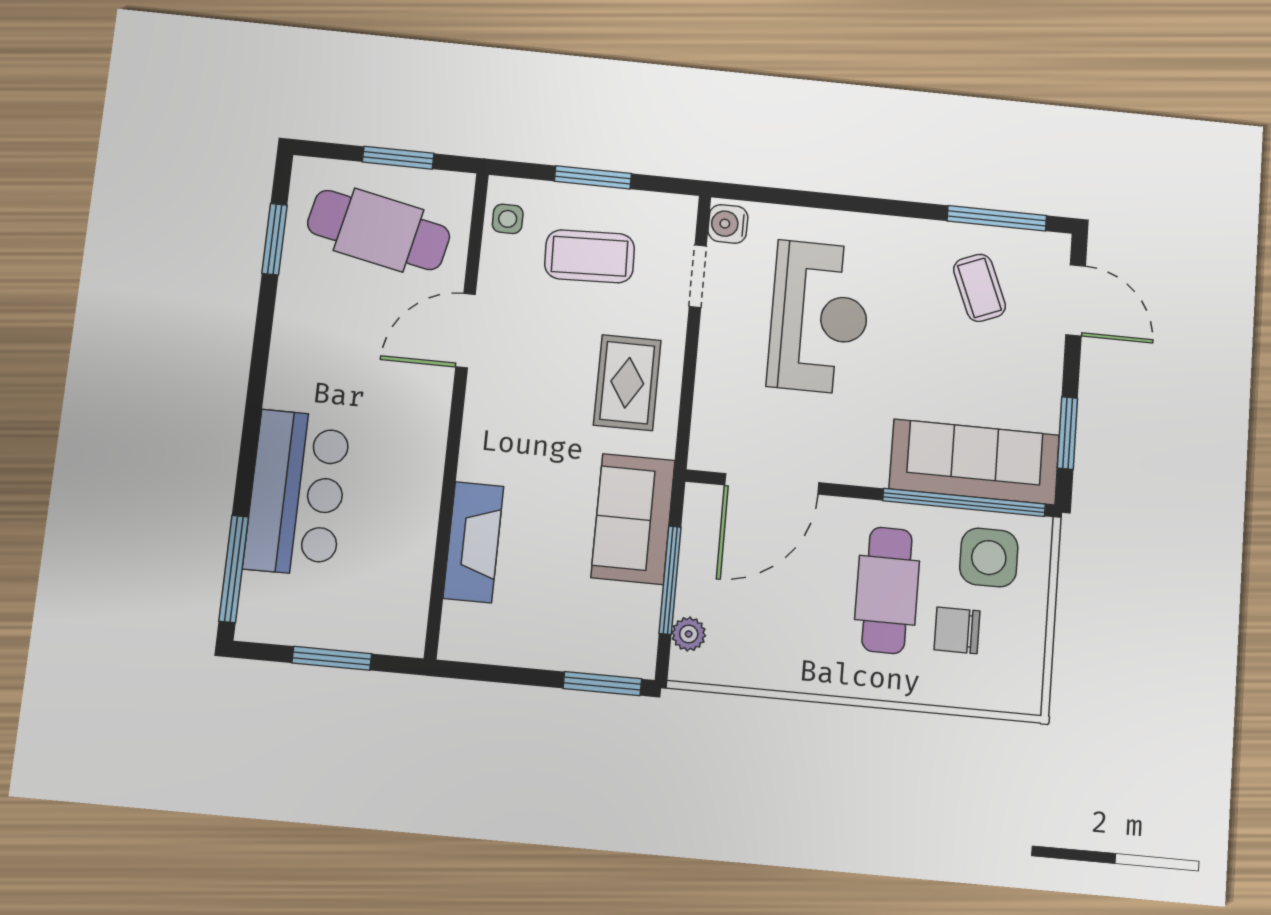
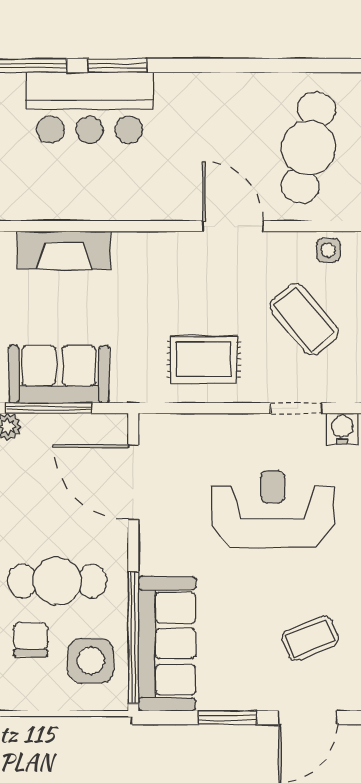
window: (275, 239) -> (117, 66), moved
coffee table: (590, 256) -> (304, 319), turned -38
reception desk: (819, 317) -> (273, 509), turned 180
window: (1067, 433) -> (227, 718), moved
sofa: (633, 519) -> (59, 374), moved

